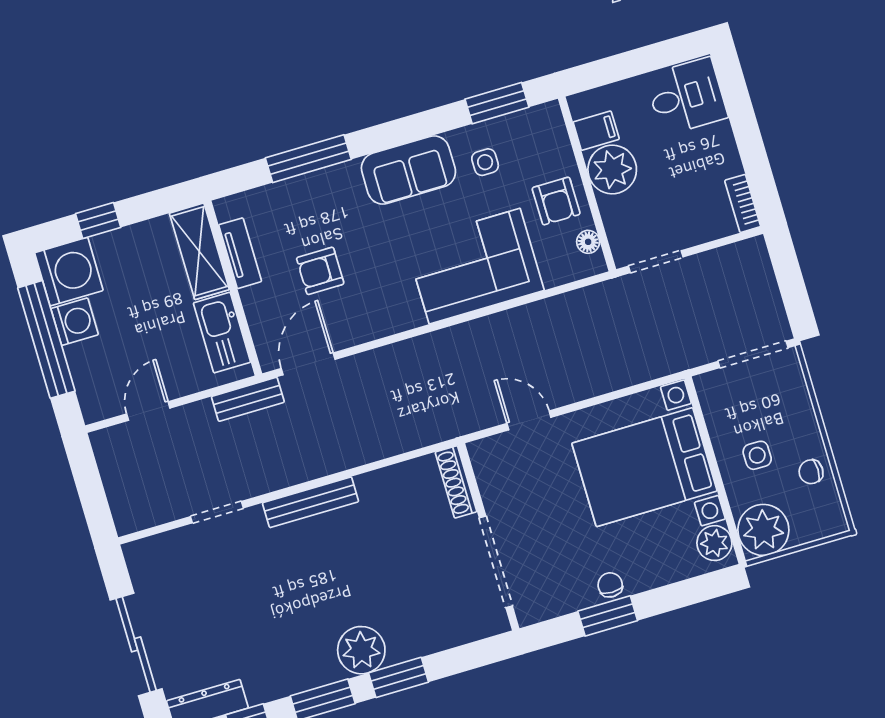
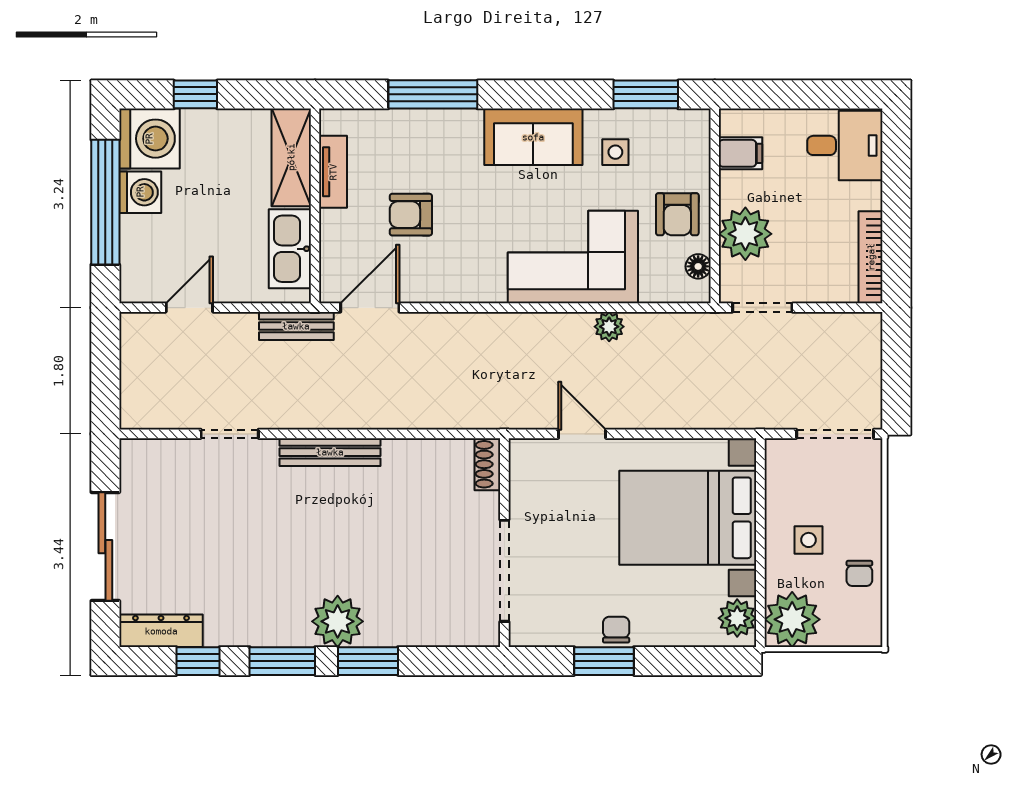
plant: (612, 169) -> (745, 234), moved
bookcase: (743, 203) -> (871, 257), width x1.56
plant: (525, 318) -> (609, 327), added
chair: (811, 472) -> (859, 573), turned -90
shoe rack: (456, 482) -> (487, 464), width x0.70

